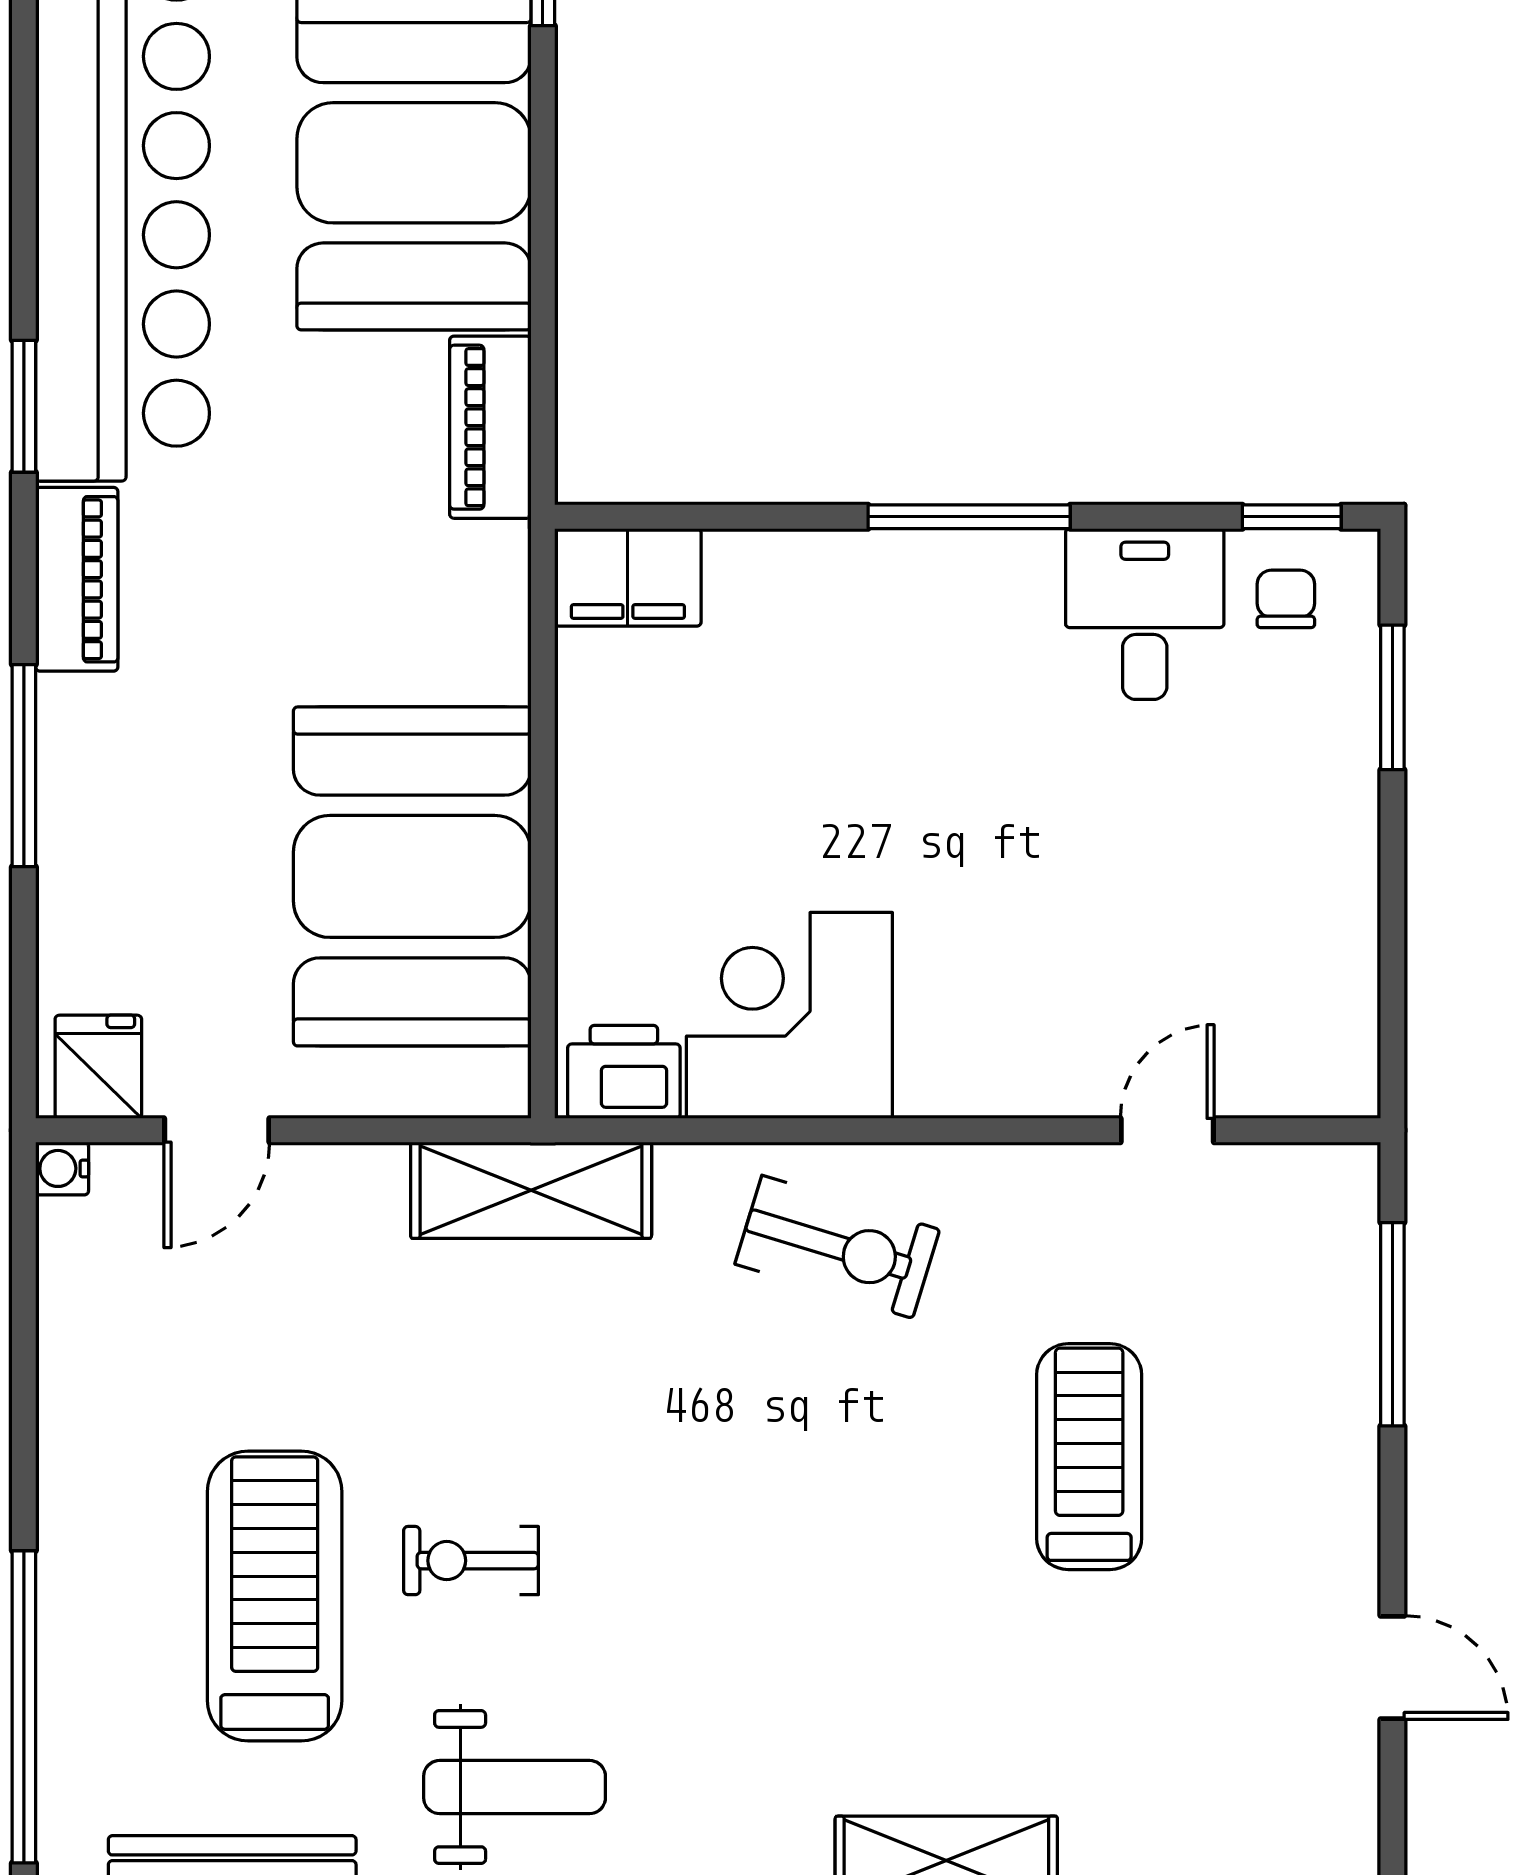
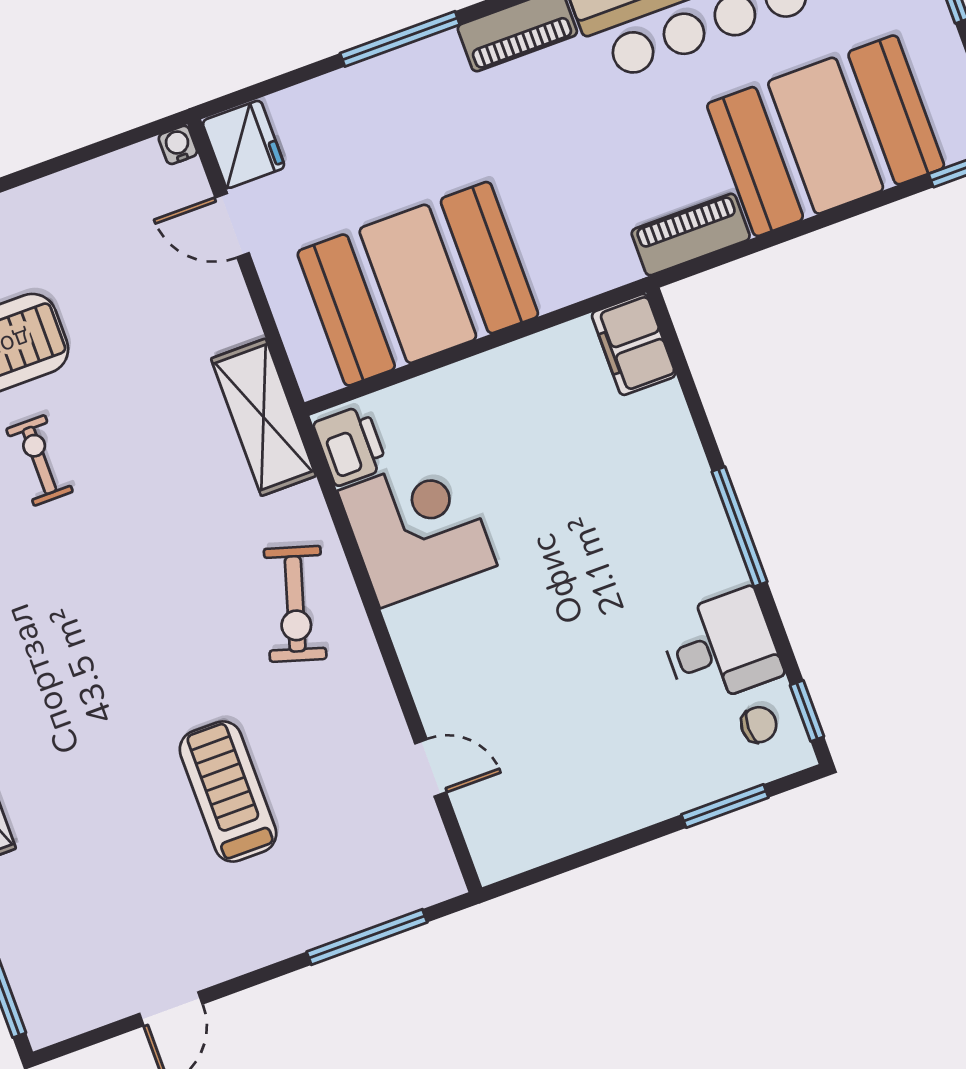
fridge: (98, 1067) -> (244, 144), width x1.38
treadmill: (1089, 1457) -> (228, 792), turned -90

